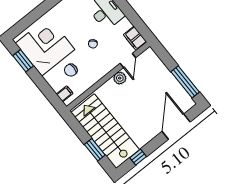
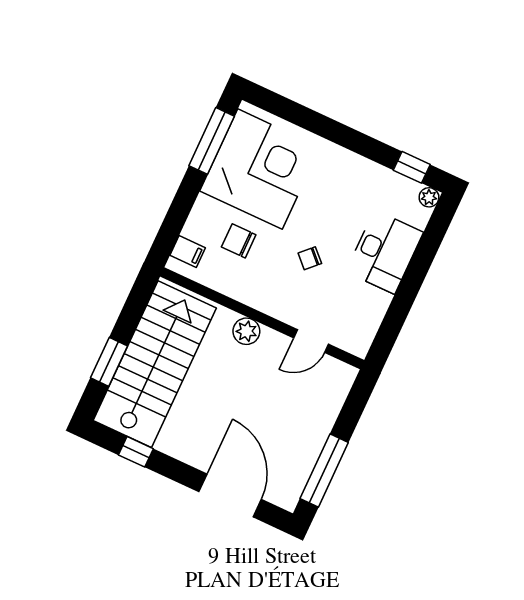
filing cabinet: (135, 38) -> (360, 334), removed
window: (23, 61) -> (212, 141), width x1.44
plant: (120, 78) -> (246, 331), moved
door: (176, 127) -> (230, 496), hinge flipped

